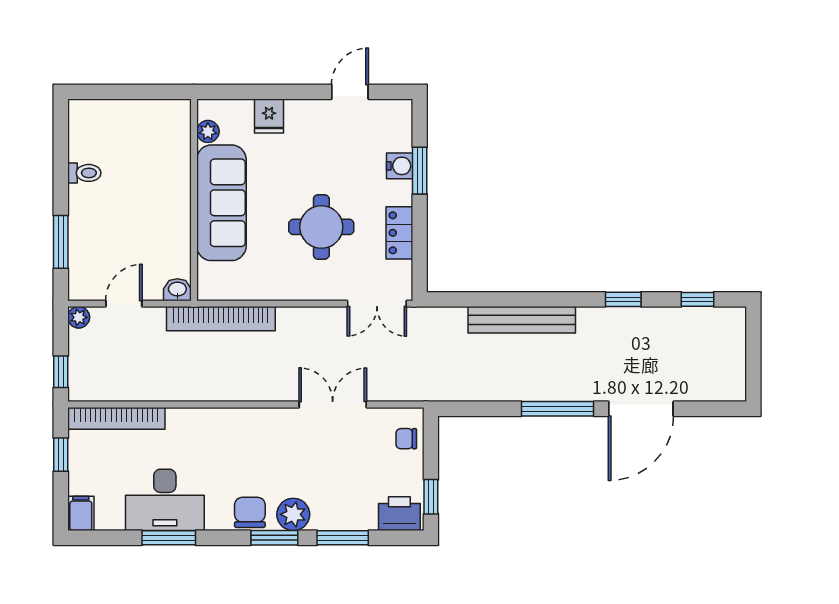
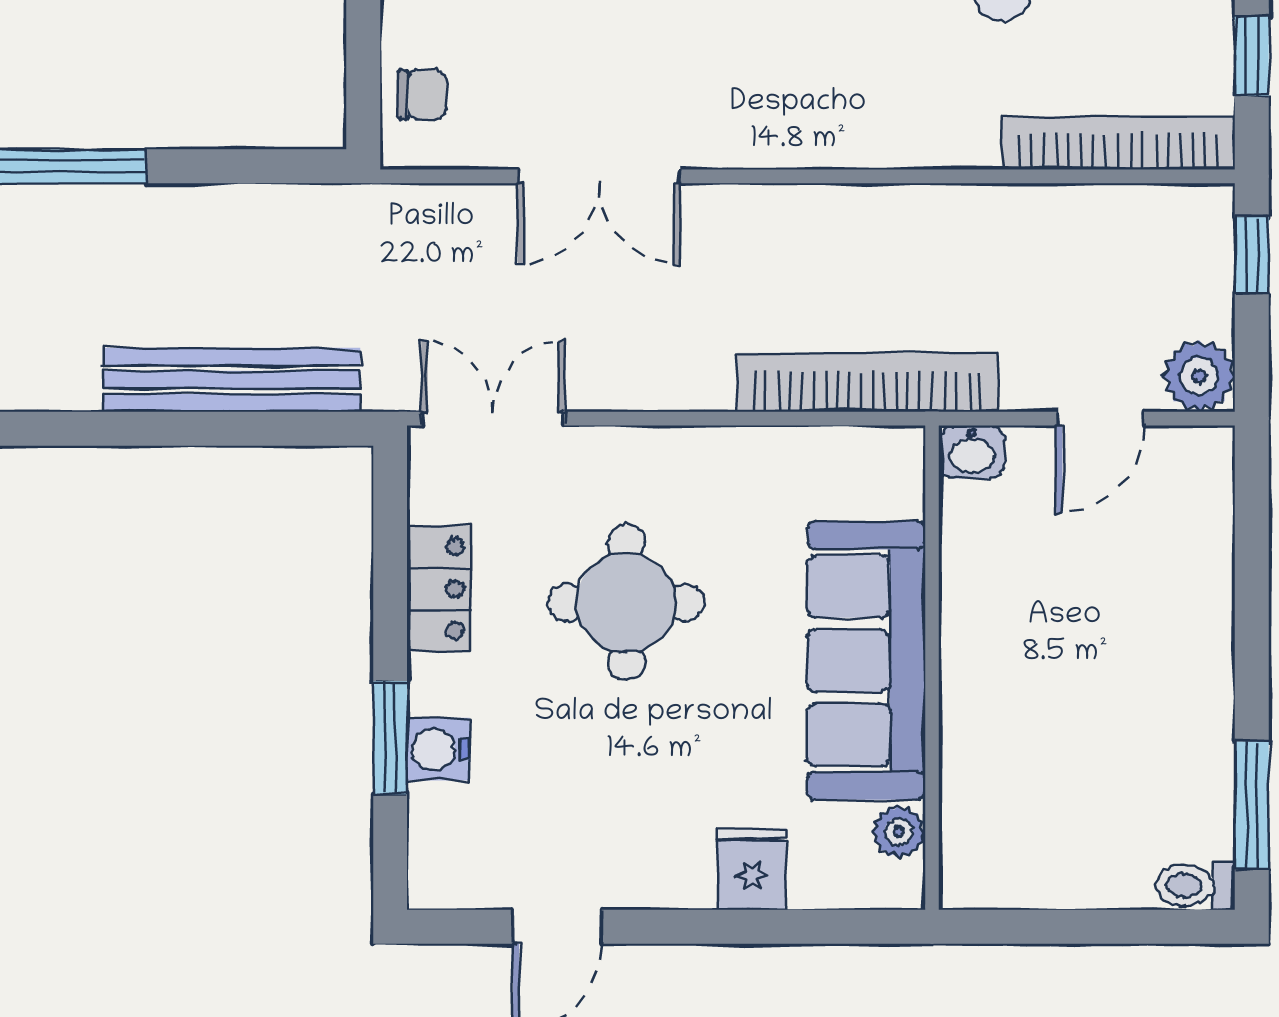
toilet: (84, 173) -> (1195, 886), moved
window: (61, 242) -> (1252, 805), moved
plant: (79, 317) -> (1199, 376), width x1.38, depth x1.38
bench: (522, 320) -> (231, 380), moved

